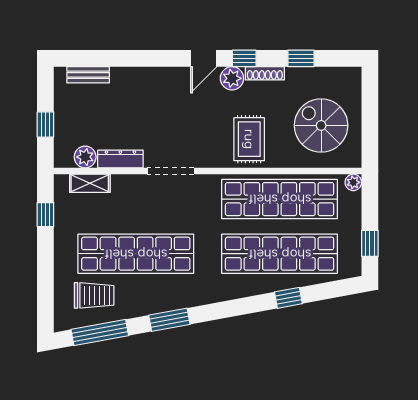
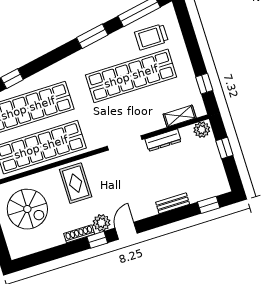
window: (301, 58) -> (209, 205), moved
bench: (88, 75) -> (173, 203), moved
plant: (85, 157) -> (202, 130), moved

